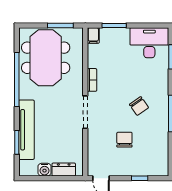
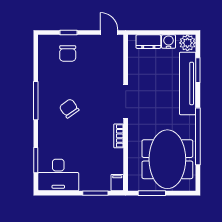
chair: (124, 140) -> (68, 53), moved
plant: (26, 168) -> (187, 43), added

